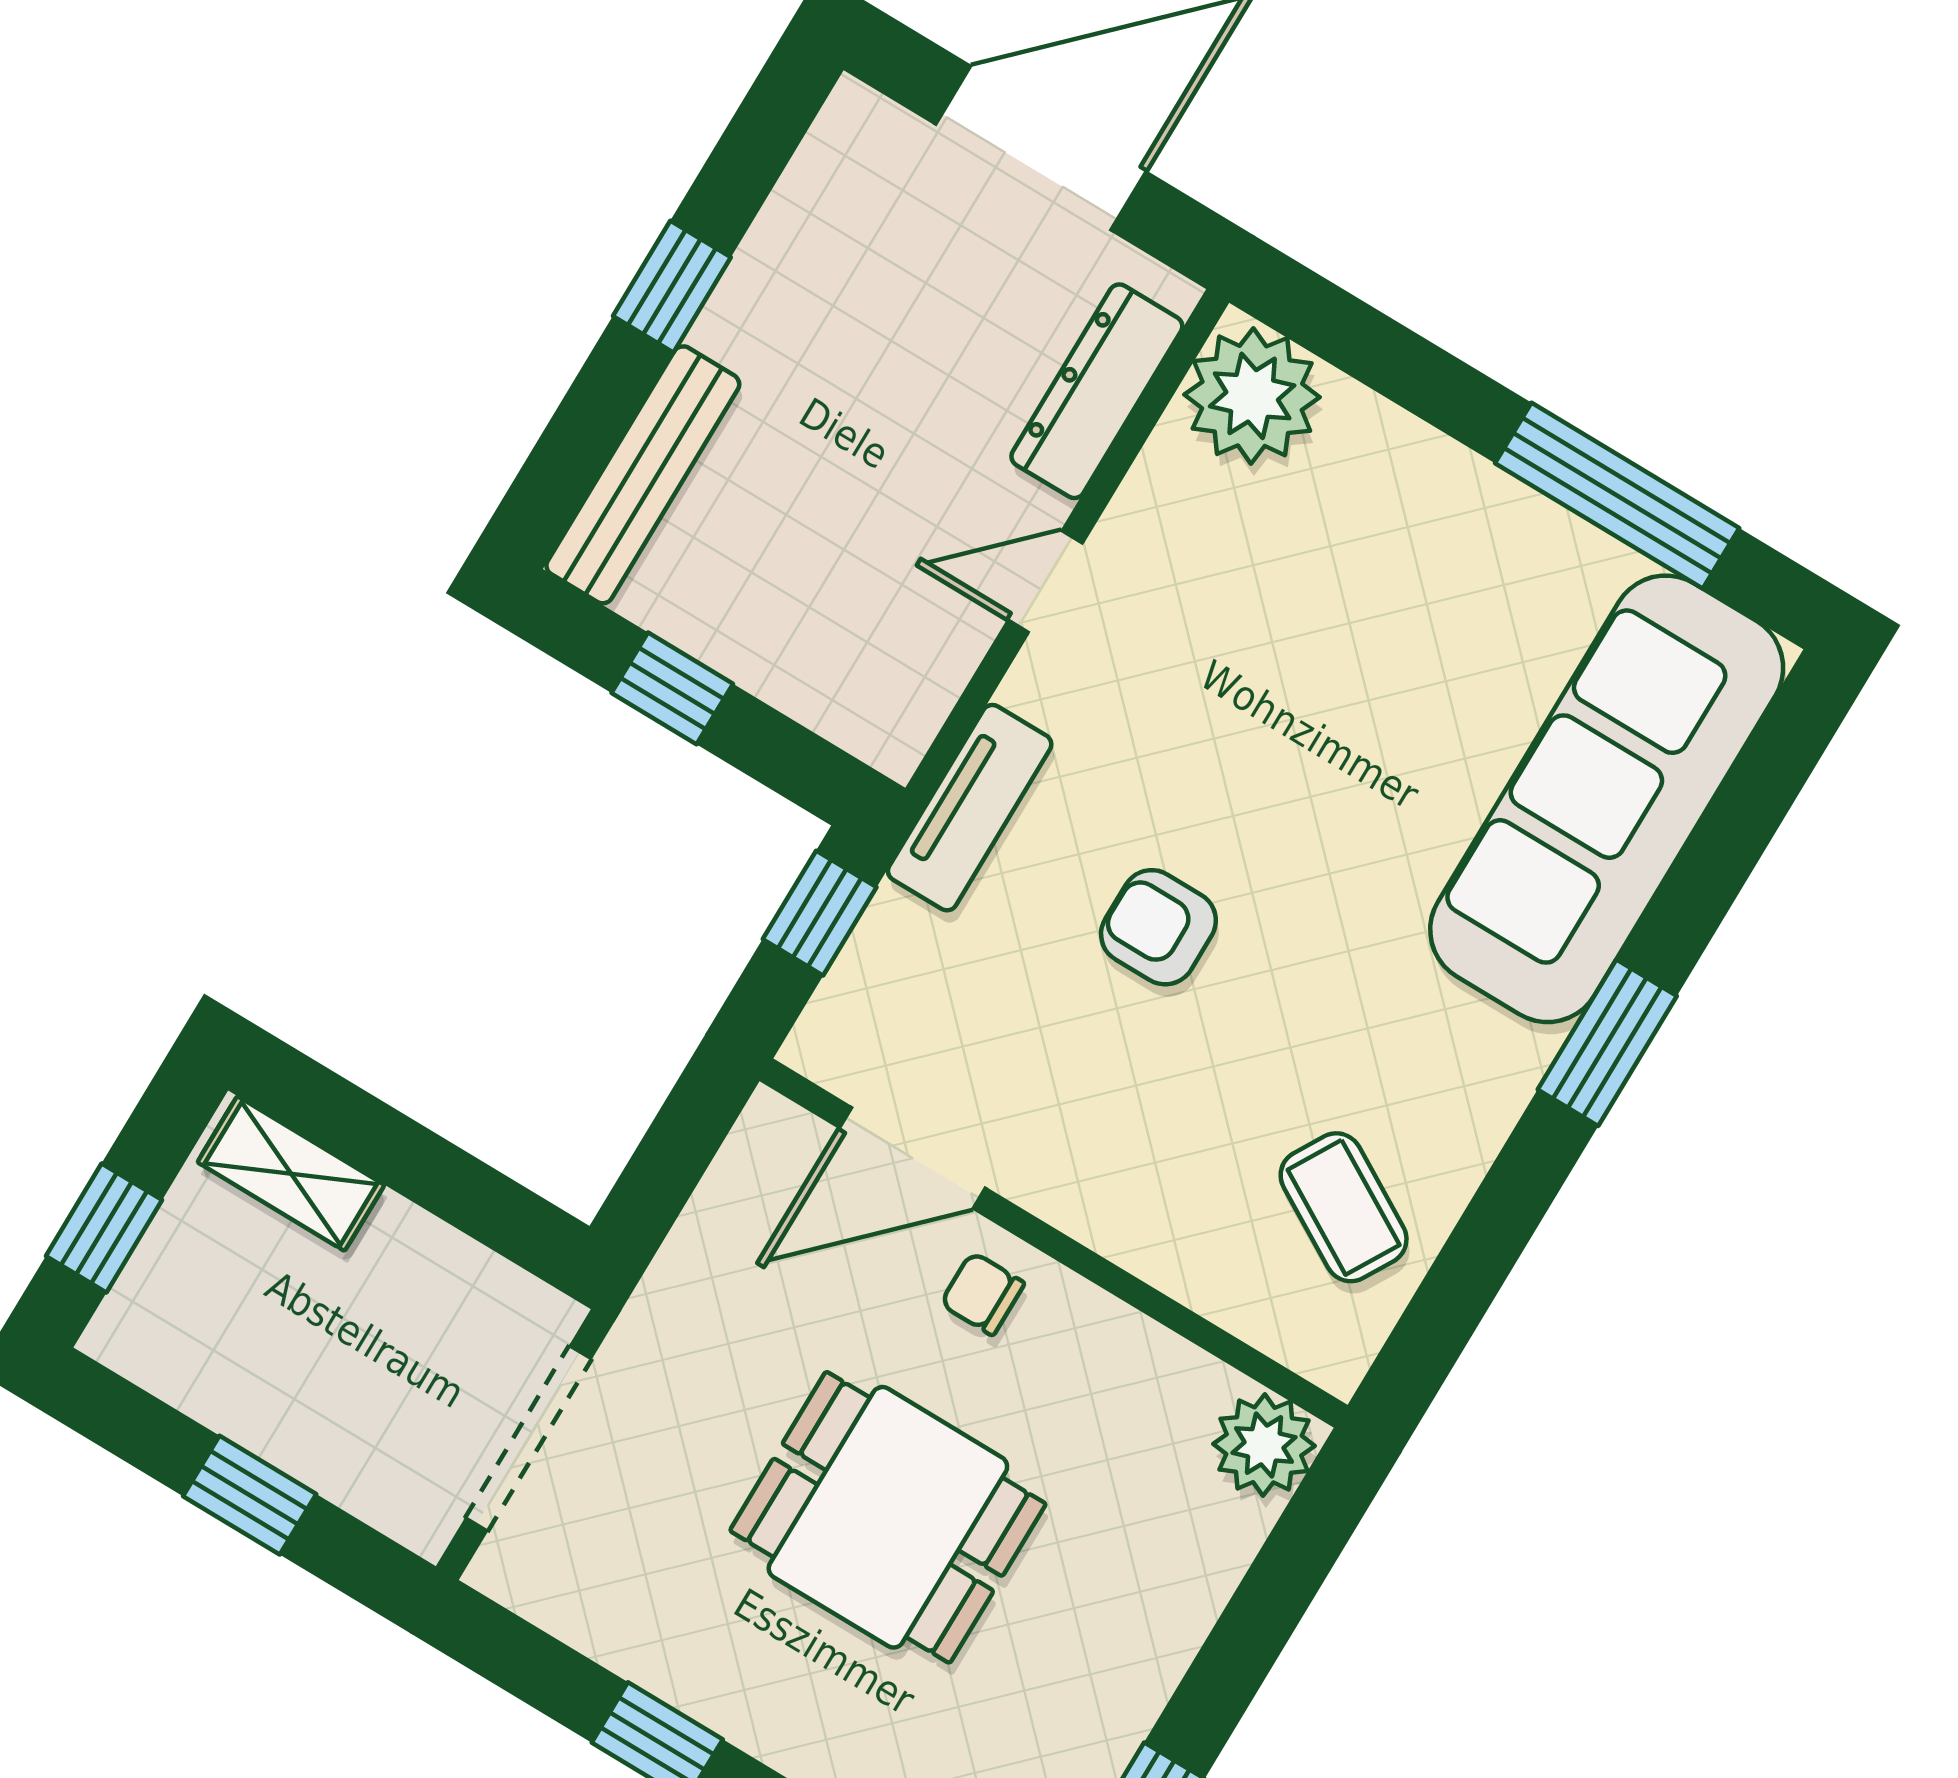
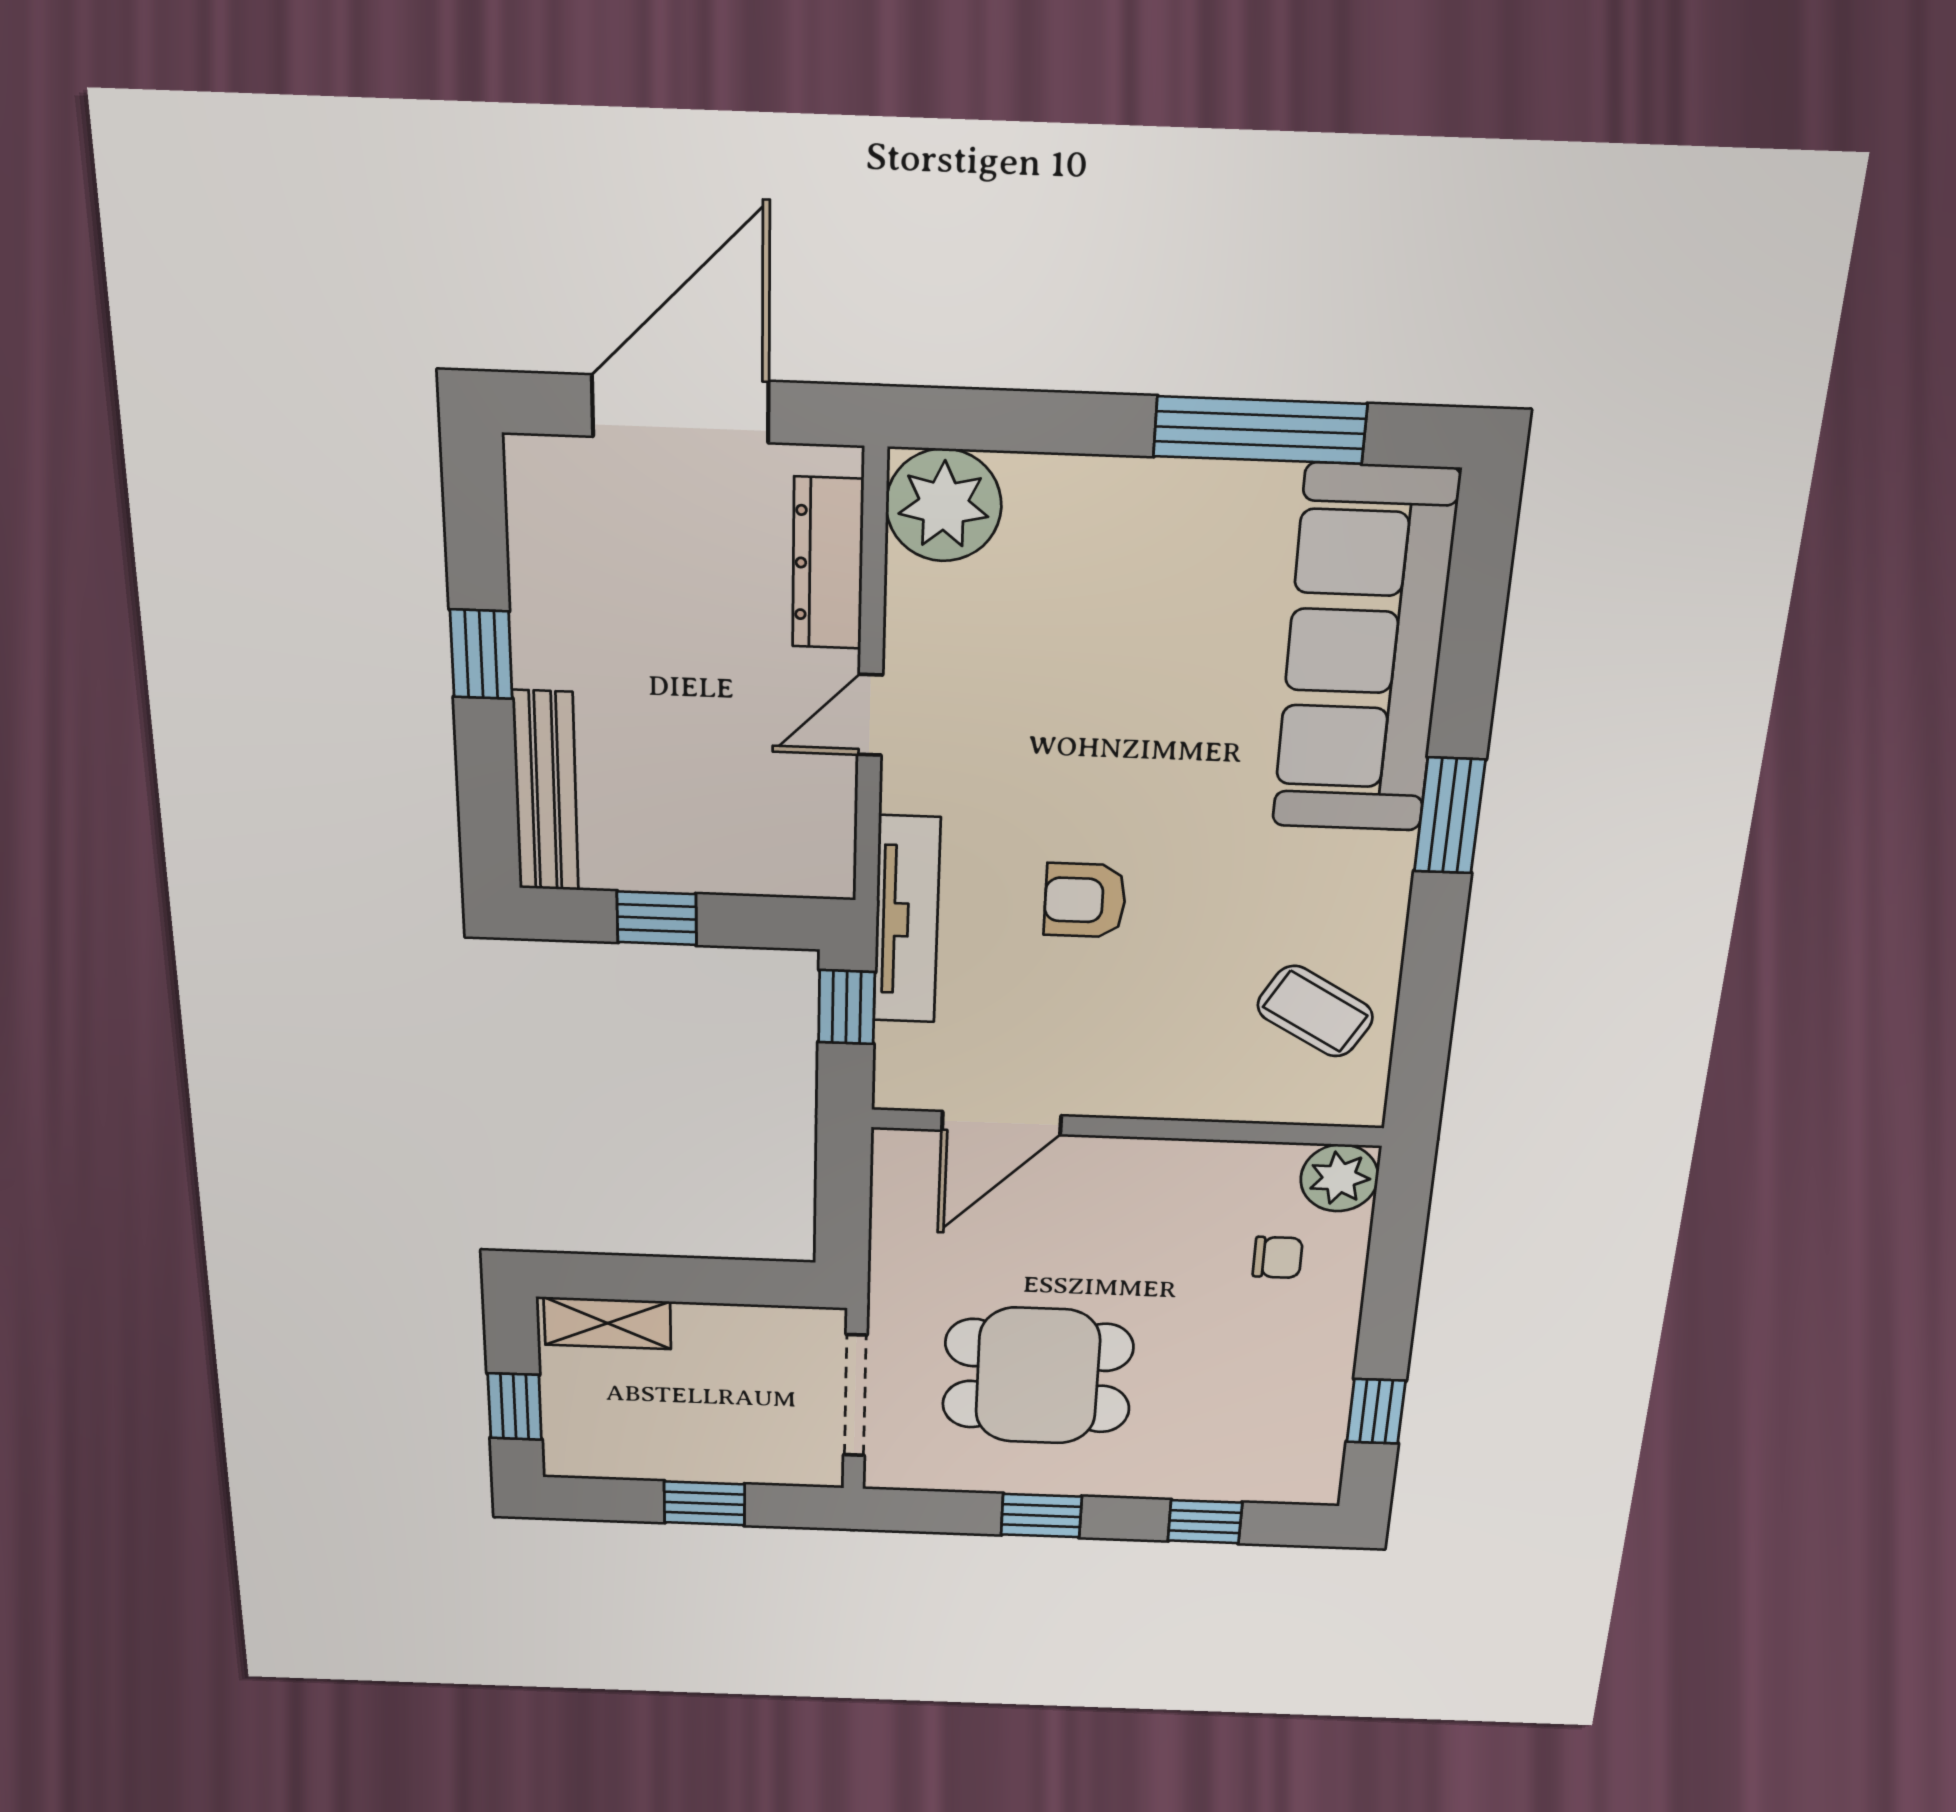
tv unit: (970, 808) -> (907, 920), width x1.41
chair: (982, 1294) -> (1278, 1257), moved, turned 180
dining table: (888, 1517) -> (1038, 1376), moved

